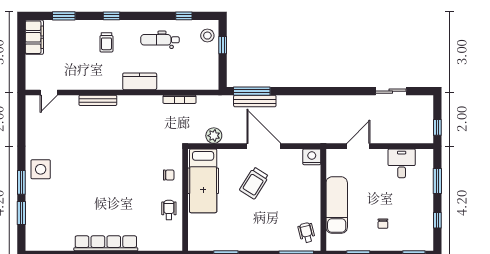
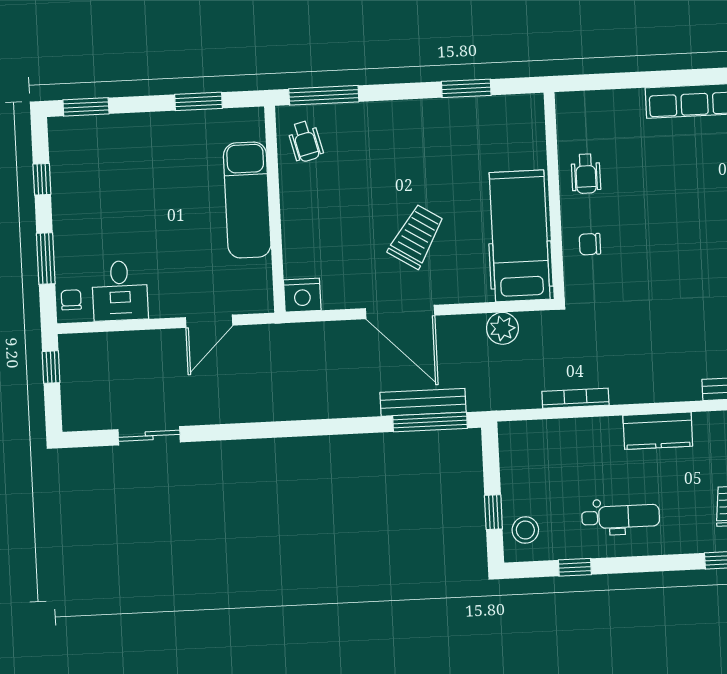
chair: (383, 224) -> (71, 300), moved

